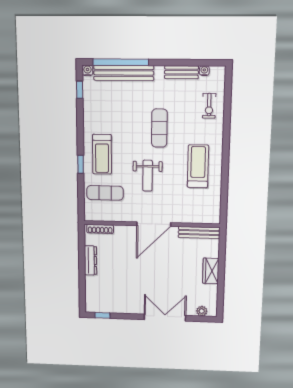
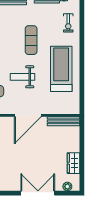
treadmill: (198, 166) -> (61, 69), width x1.37, depth x1.38
weight bench: (148, 176) -> (22, 77), turned 90
wardrobe: (211, 271) -> (74, 163), moved

